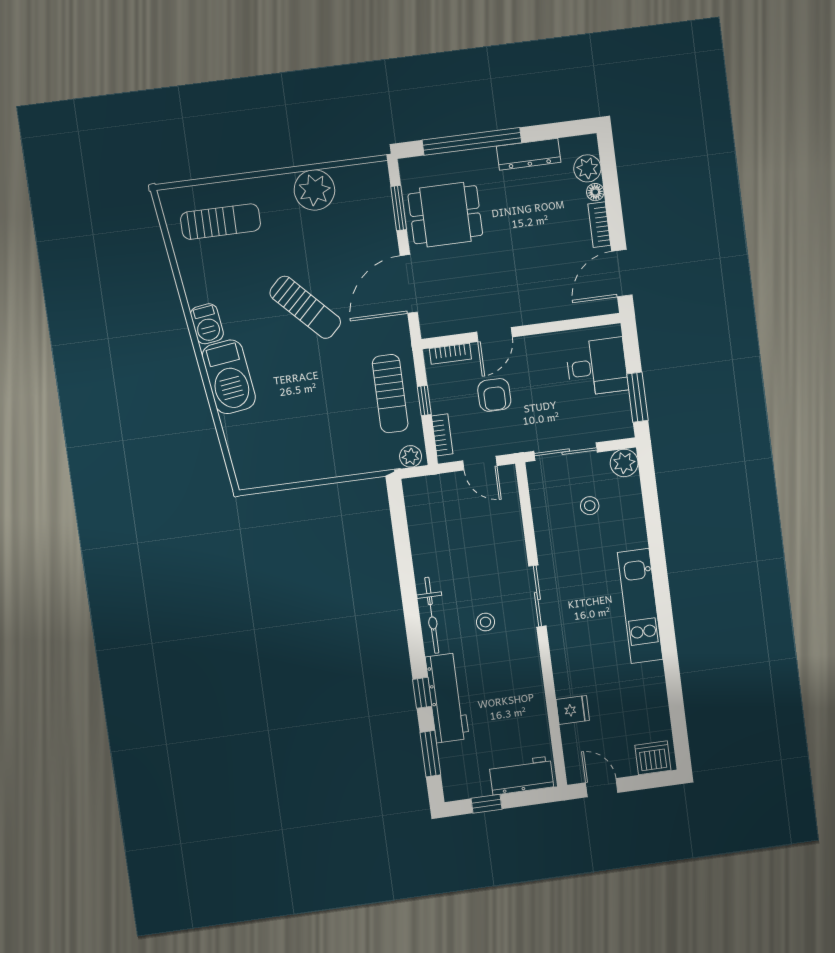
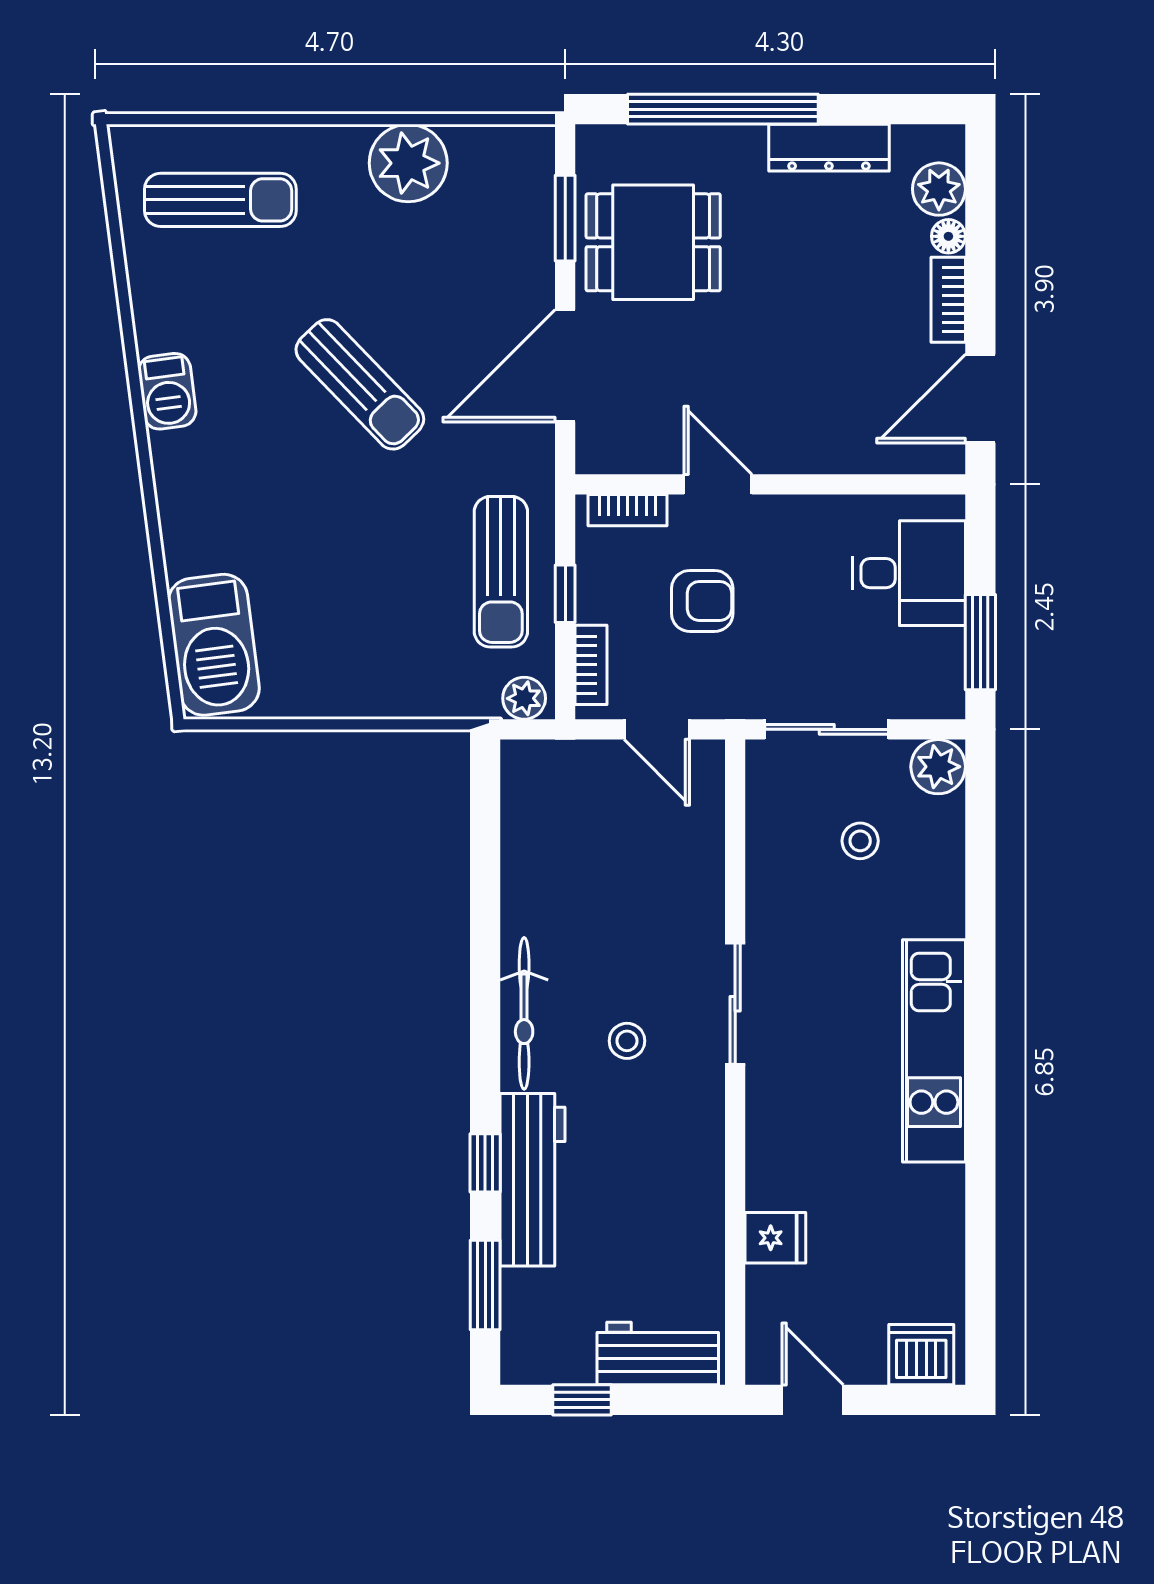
door: (494, 334) -> (718, 484), swing flipped
barbecue: (229, 377) -> (214, 645), moved
armchair: (494, 395) -> (702, 601), turned -90

